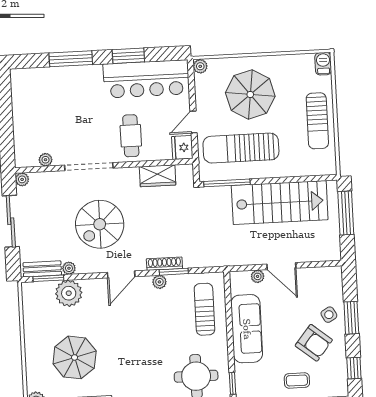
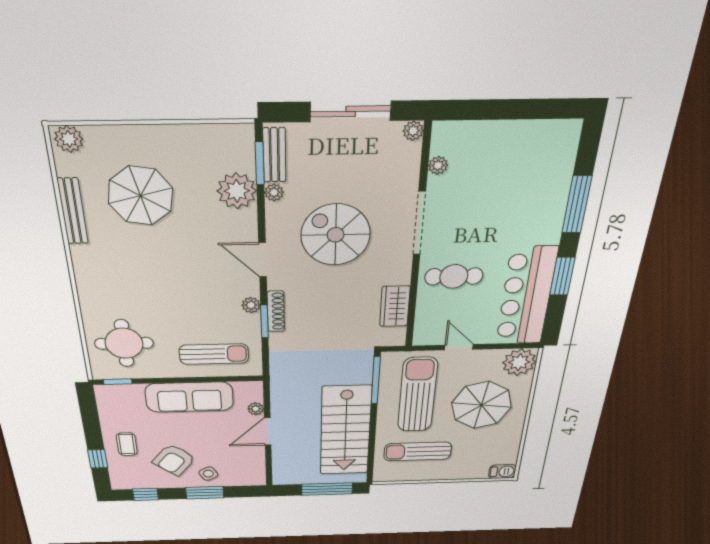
plant: (200, 66) -> (519, 362), width x1.88, depth x1.88
sun lounger: (317, 121) -> (418, 452), moved
fridge: (182, 147) -> (428, 334), removed

